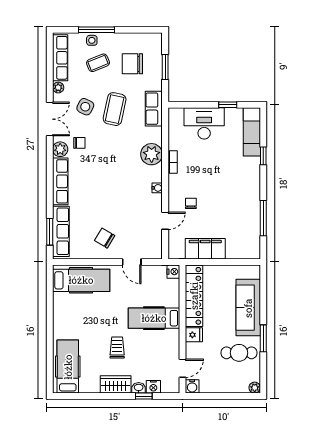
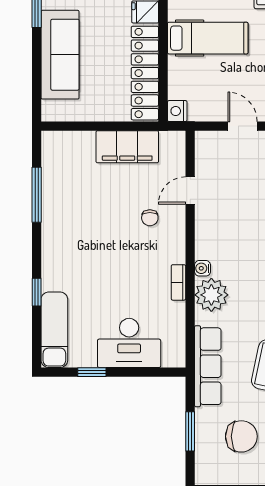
row of seats: (154, 109) -> (208, 366), width x1.48
water cooler: (157, 188) -> (202, 268), moved

